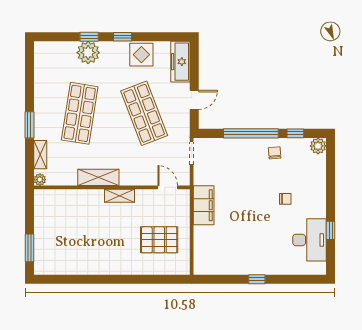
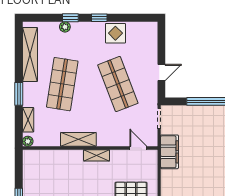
plant: (88, 53) -> (65, 27), width x0.53, depth x0.53
freezer: (180, 62) -> (149, 39), removed
shelving: (42, 79) -> (30, 54), added
filing cabinet: (204, 205) -> (169, 152), moved

